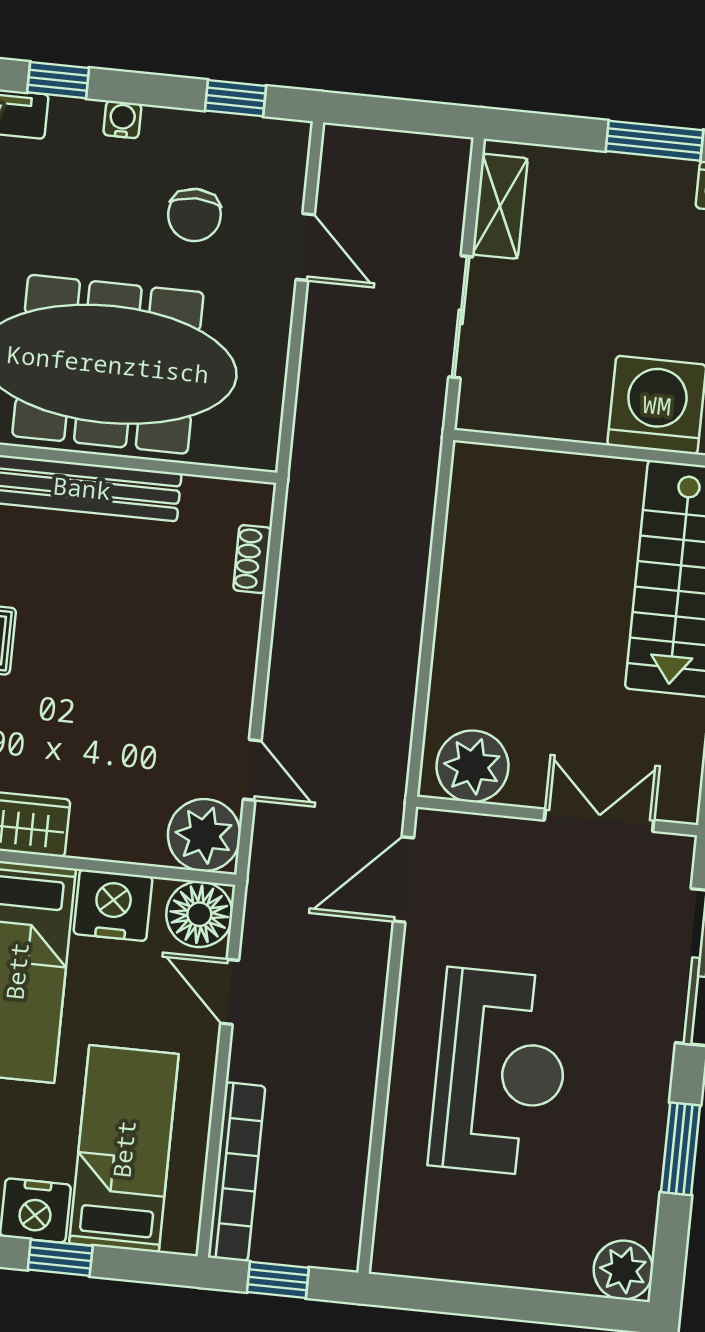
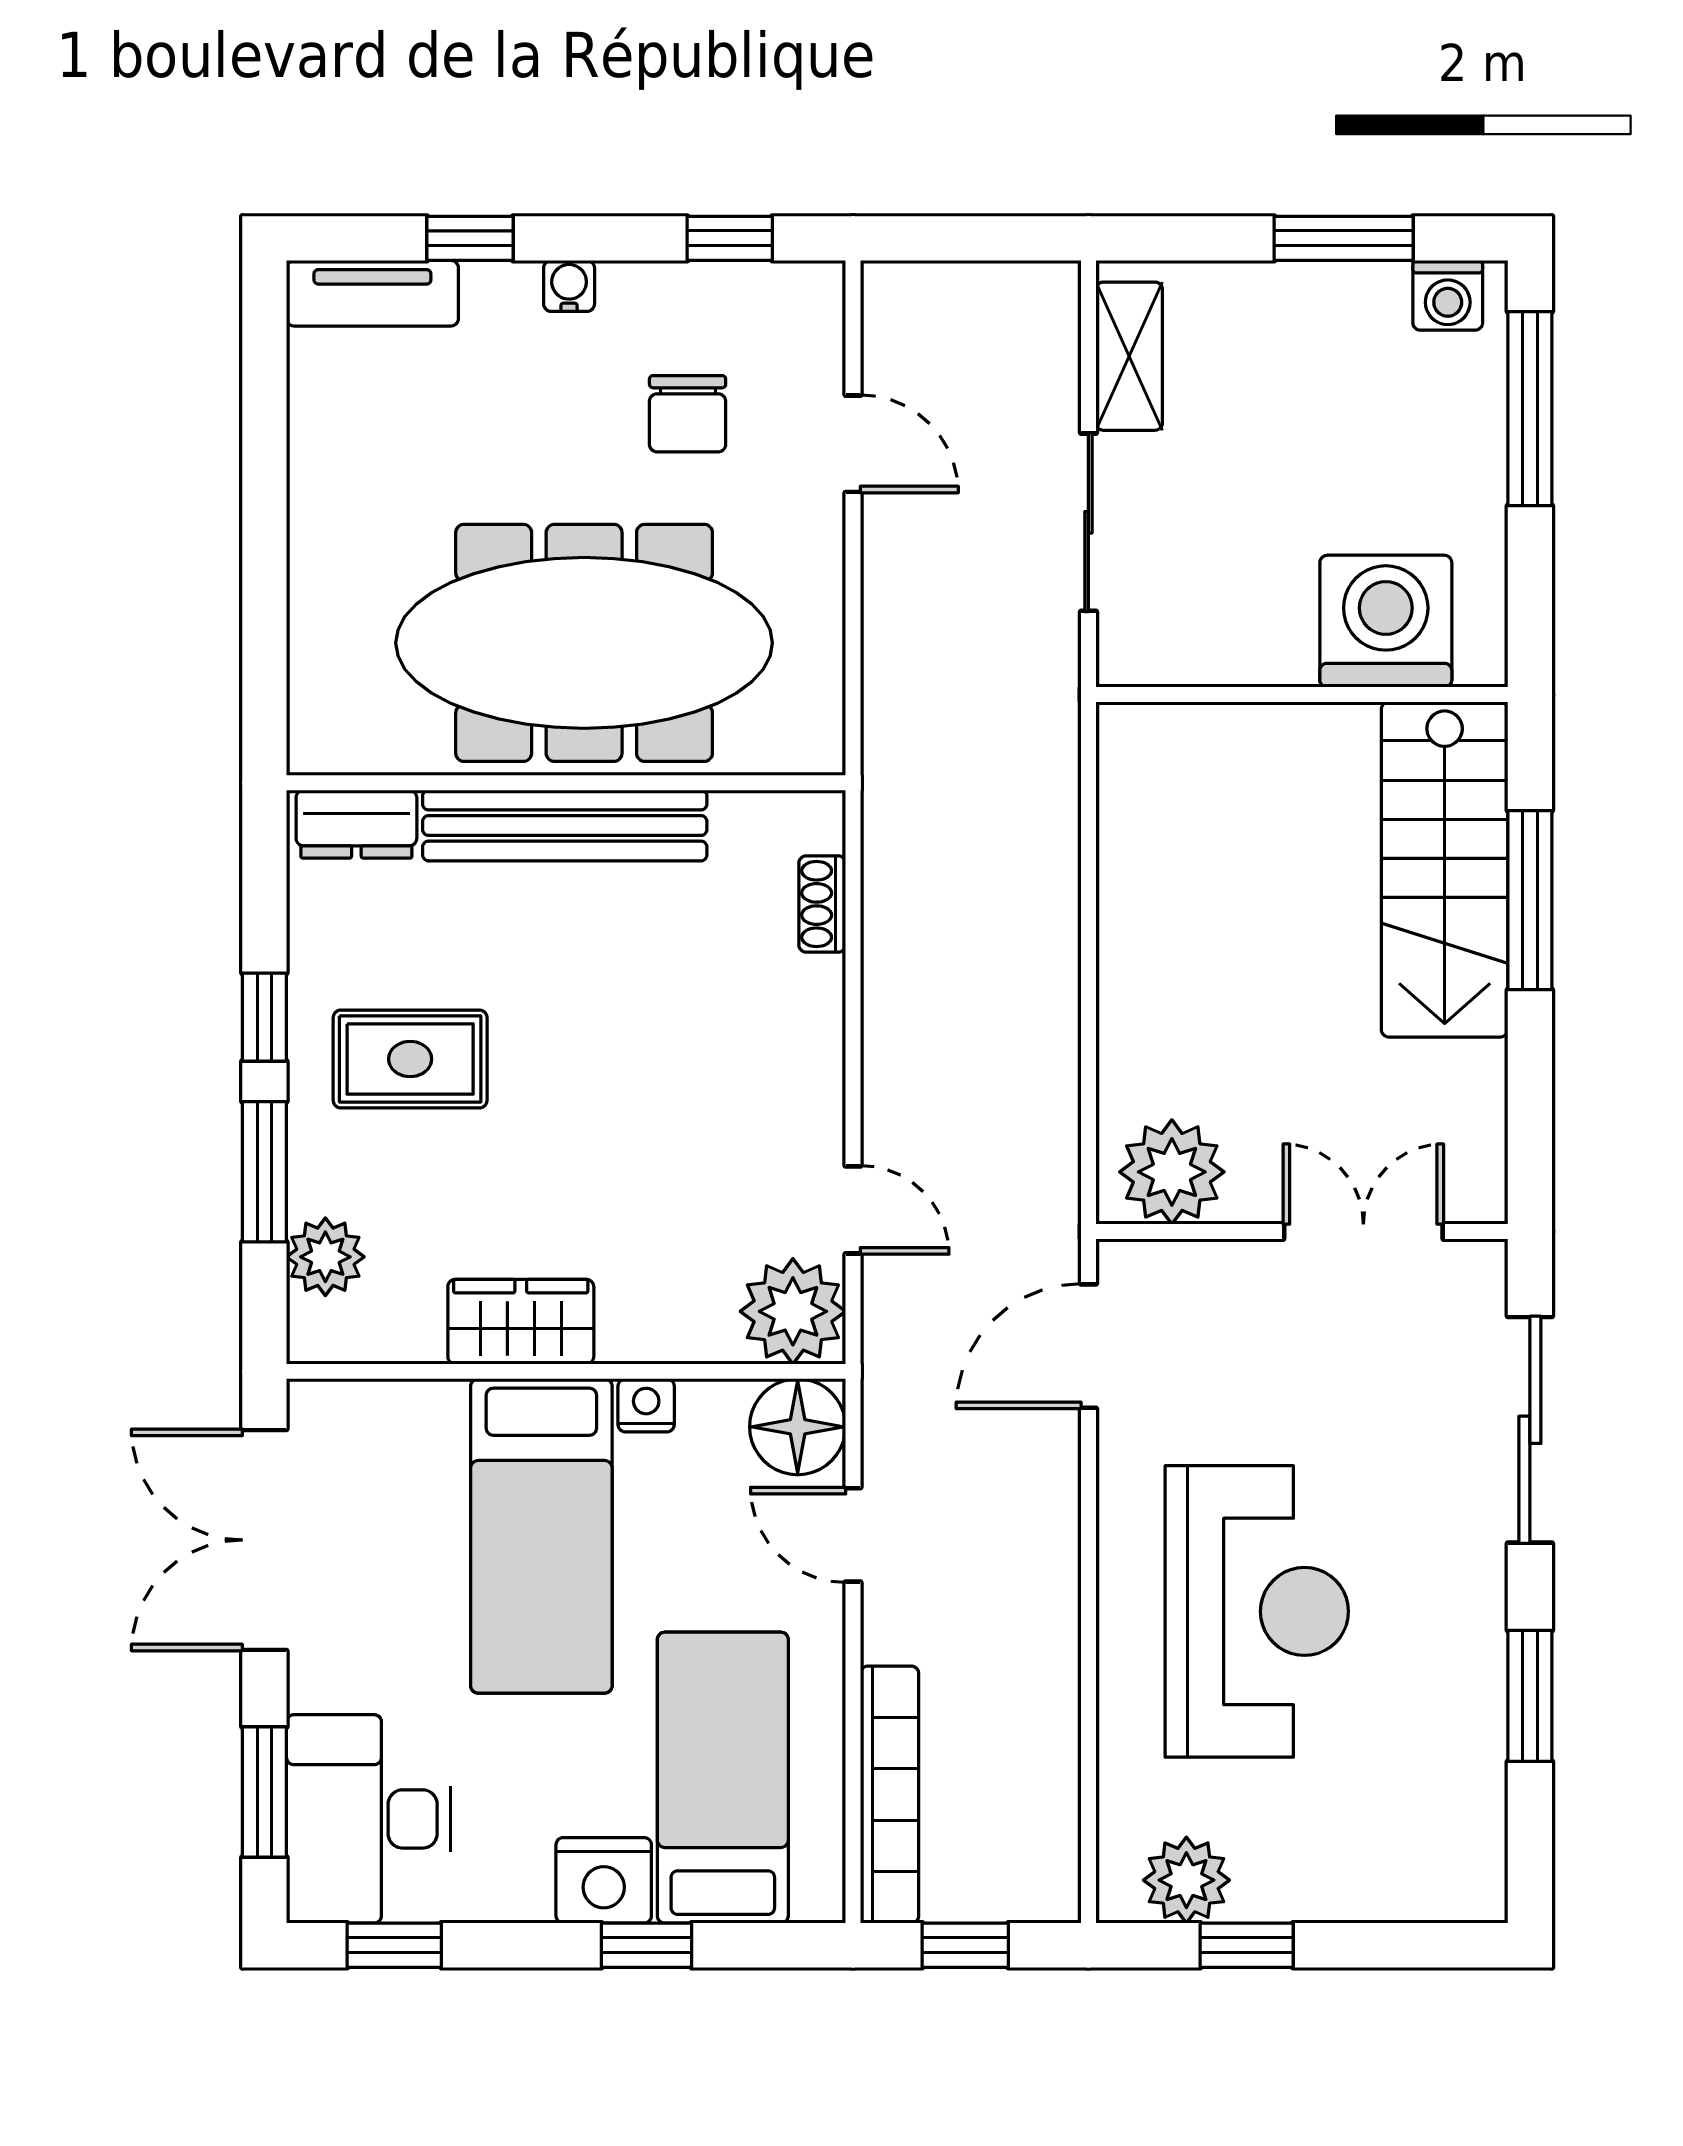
nightstand: (113, 905) -> (646, 1405), width x0.53, depth x0.56
plant: (623, 1270) -> (1186, 1880), moved
window: (470, 1299) -> (1247, 1945), added

